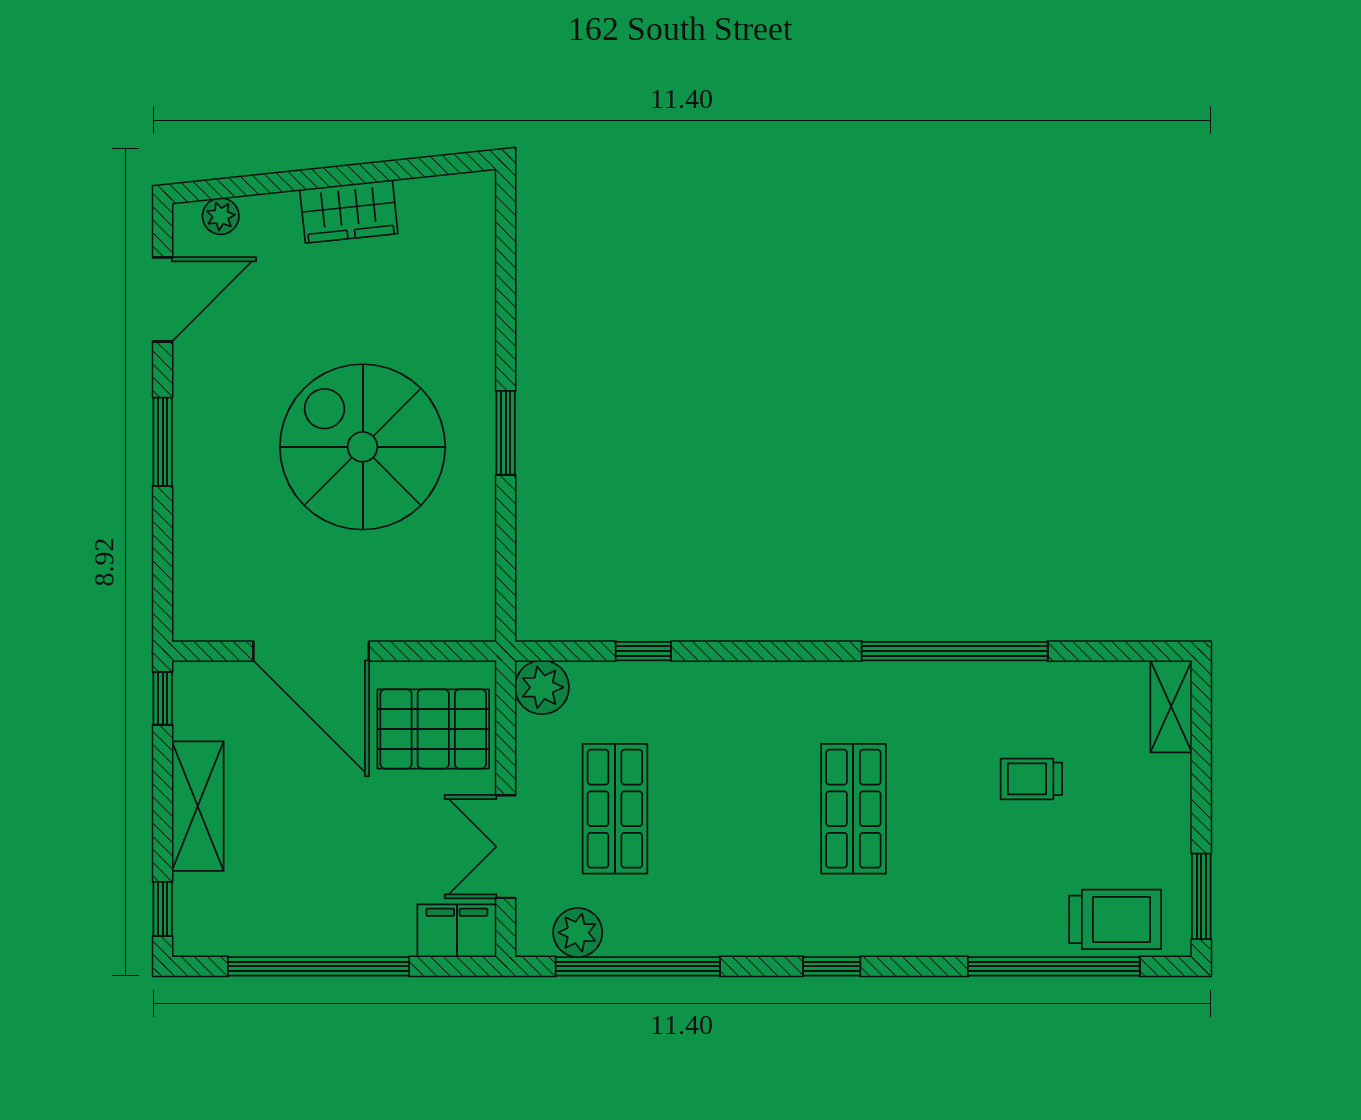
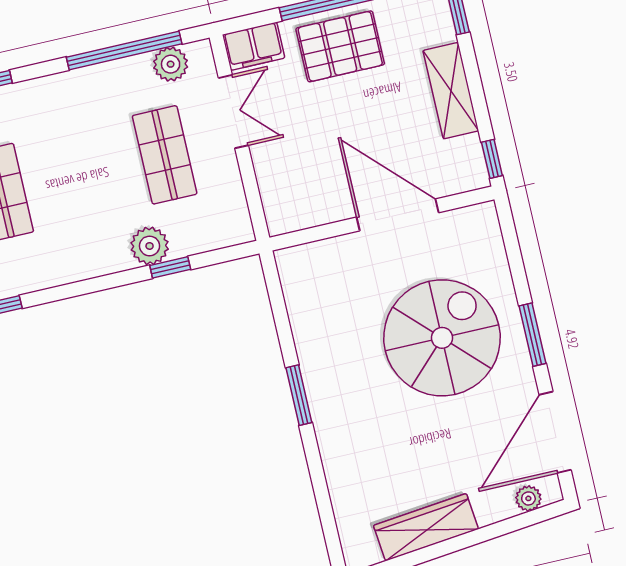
wardrobe: (349, 212) -> (426, 527), width x1.50
door: (163, 299) -> (555, 432), width x1.36
spiral stairs: (363, 447) -> (442, 338), moved, turned -90
plant: (542, 687) -> (150, 246), moved
pallet: (433, 729) -> (340, 46), moved

